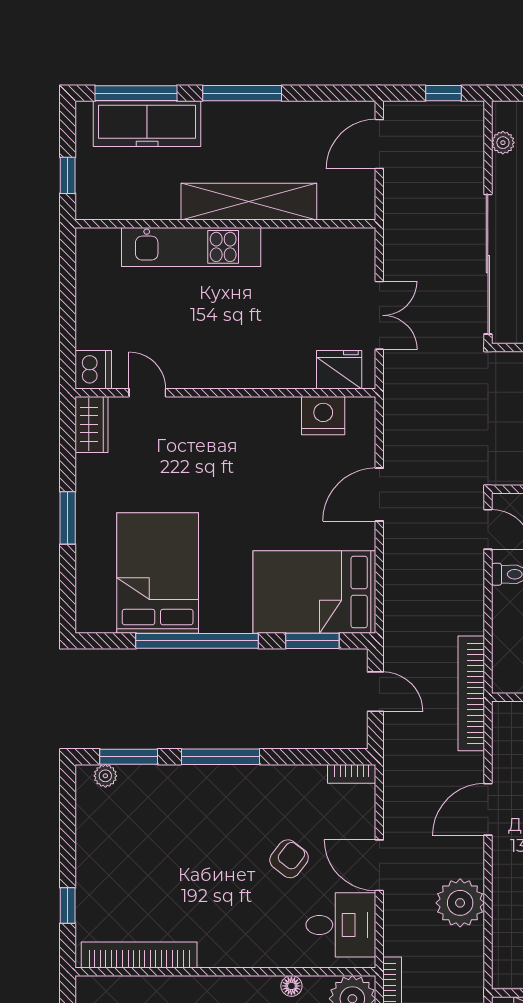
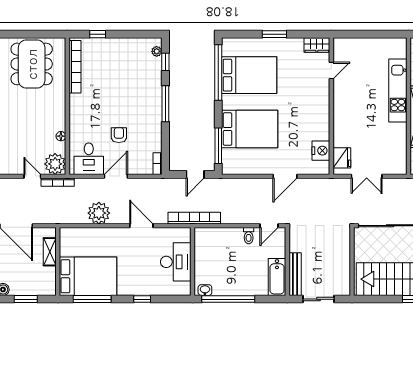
dishwasher: (93, 370) -> (342, 46), removed
door: (379, 495) -> (285, 176), swing flipped
bed: (314, 592) -> (250, 129), moved, turned 90
window: (197, 641) -> (218, 73), moved
window: (312, 641) -> (218, 146), width x1.44
window: (129, 757) -> (165, 62), width x0.67
armchair: (289, 859) -> (119, 135), turned -128

